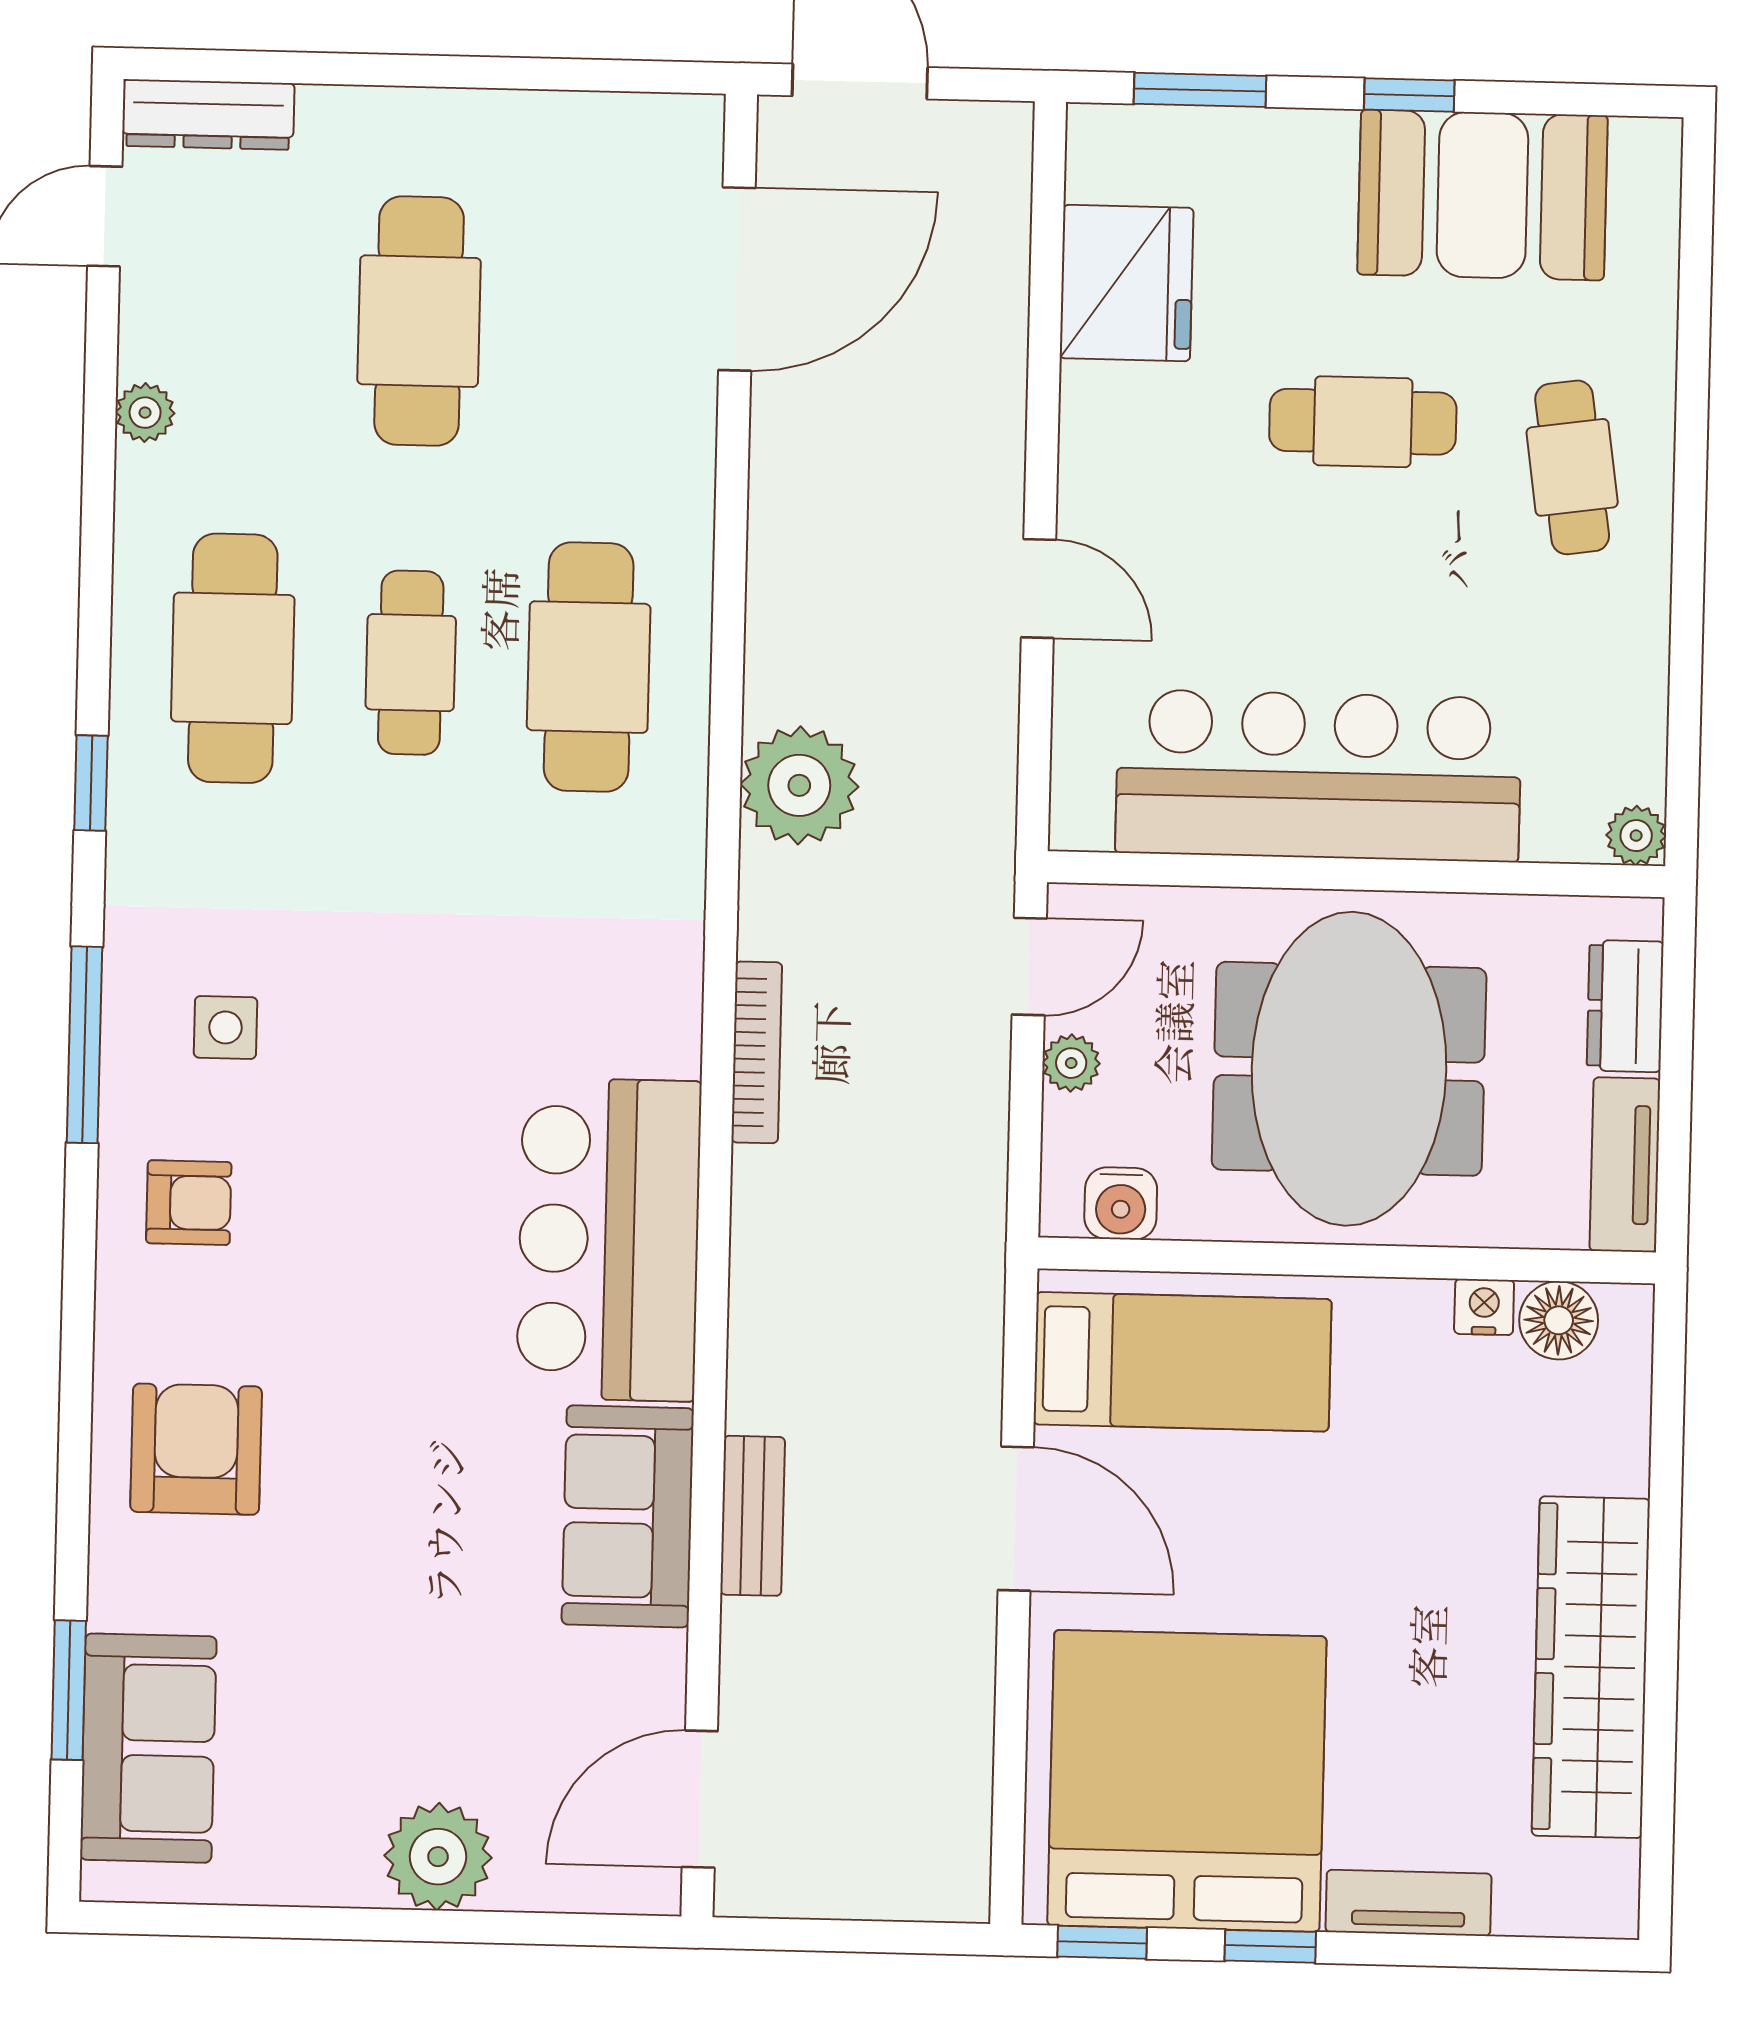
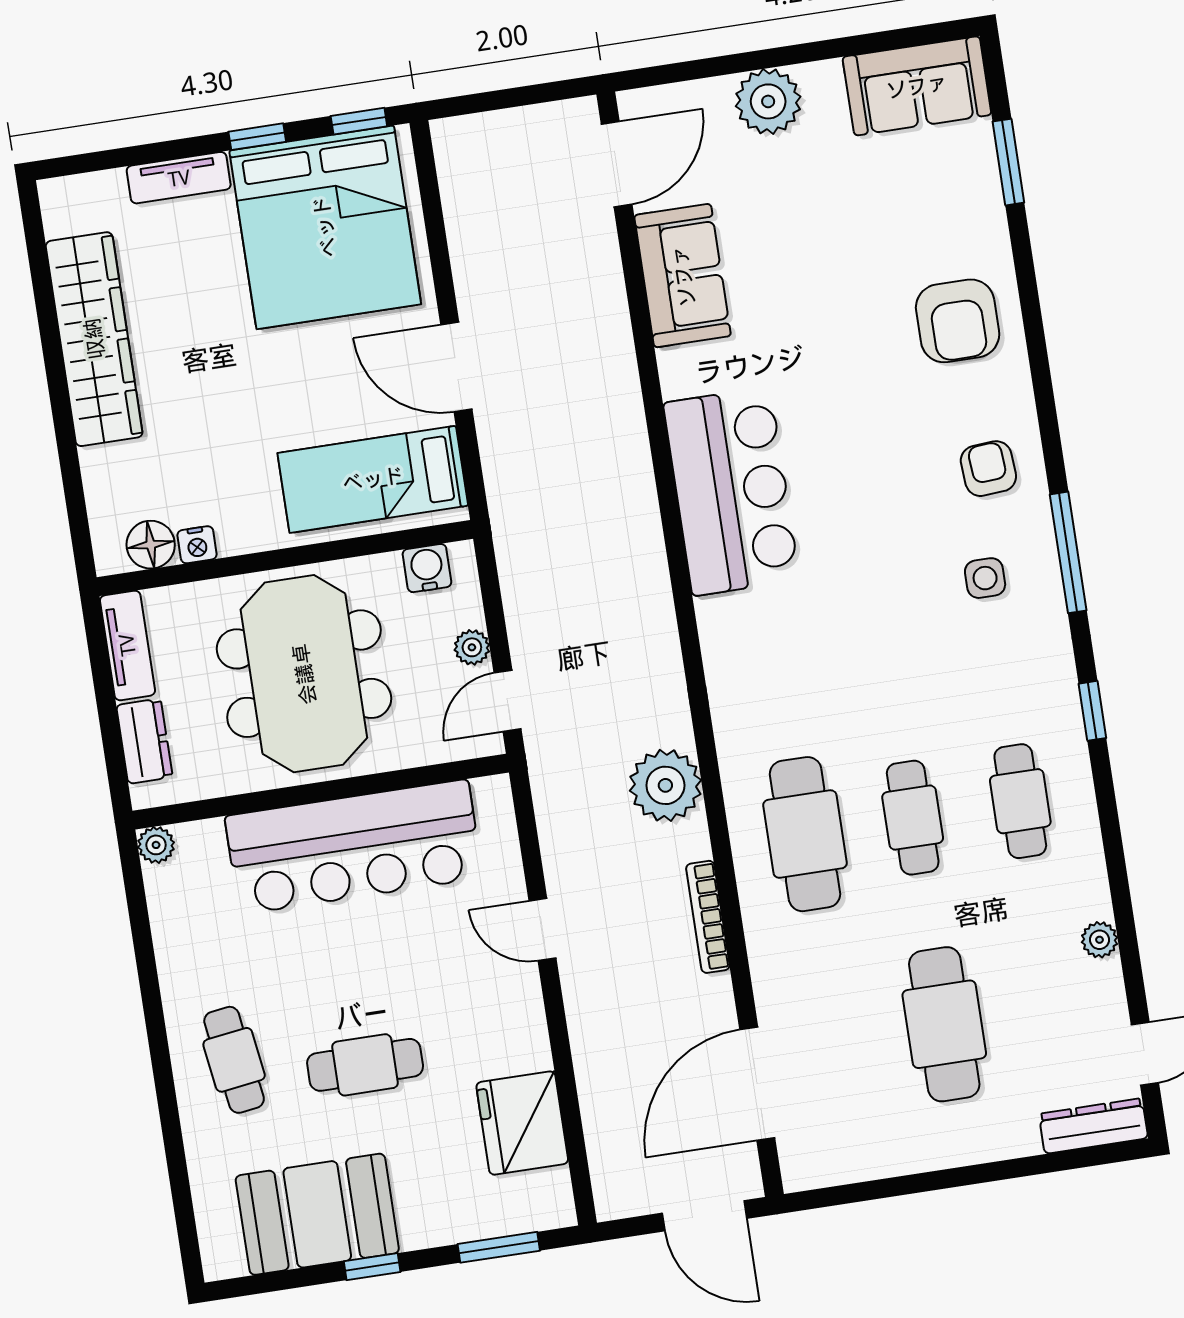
cafe table: (233, 658) -> (1020, 801), width x0.73, depth x0.74
bookcase: (757, 1052) -> (708, 917), moved
armchair: (189, 1203) -> (988, 469), turned 86
sofa: (628, 1516) -> (683, 276), moved
bench: (753, 1516) -> (615, 340), removed
sofa: (148, 1748) -> (917, 86), moved, turned -90

